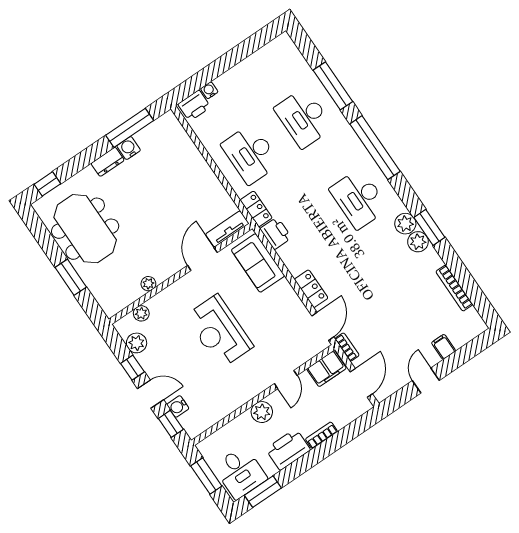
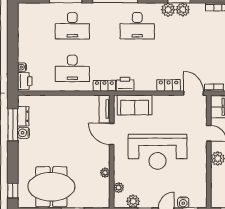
dresser: (108, 162) -> (23, 116), moved
reception desk: (219, 331) -> (158, 152), width x1.36, depth x1.30

